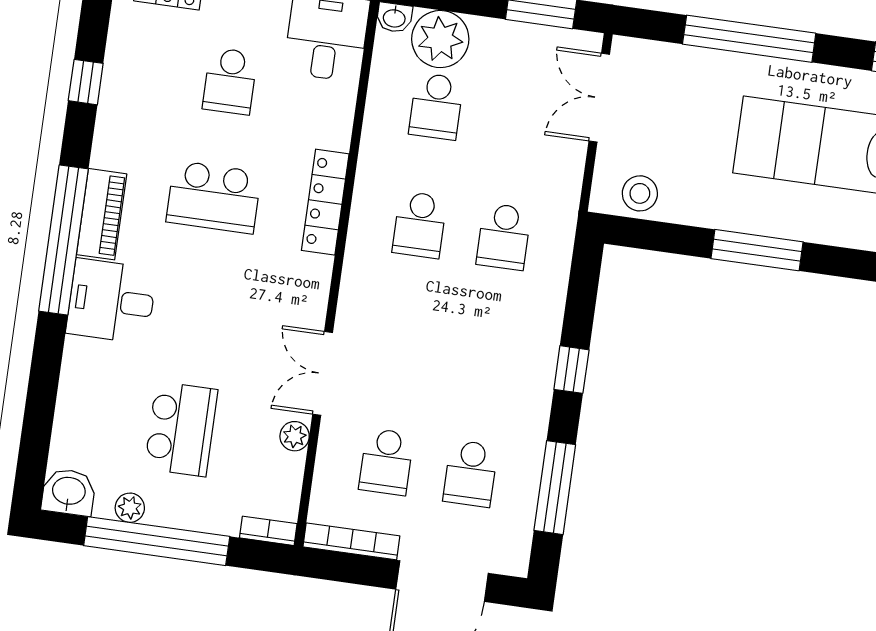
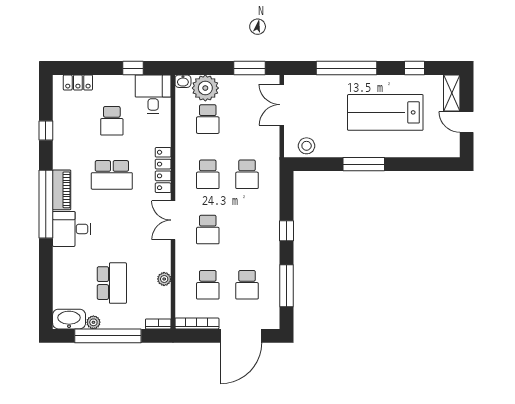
school desk: (403, 343) -> (208, 230), added
double door: (323, 373) -> (173, 220), moved
washbasin: (69, 492) -> (69, 319), width x1.38

